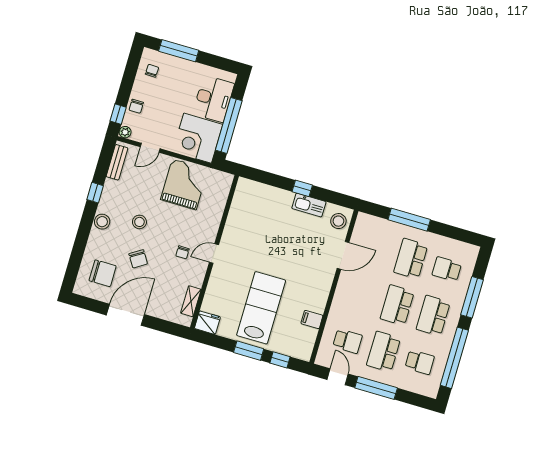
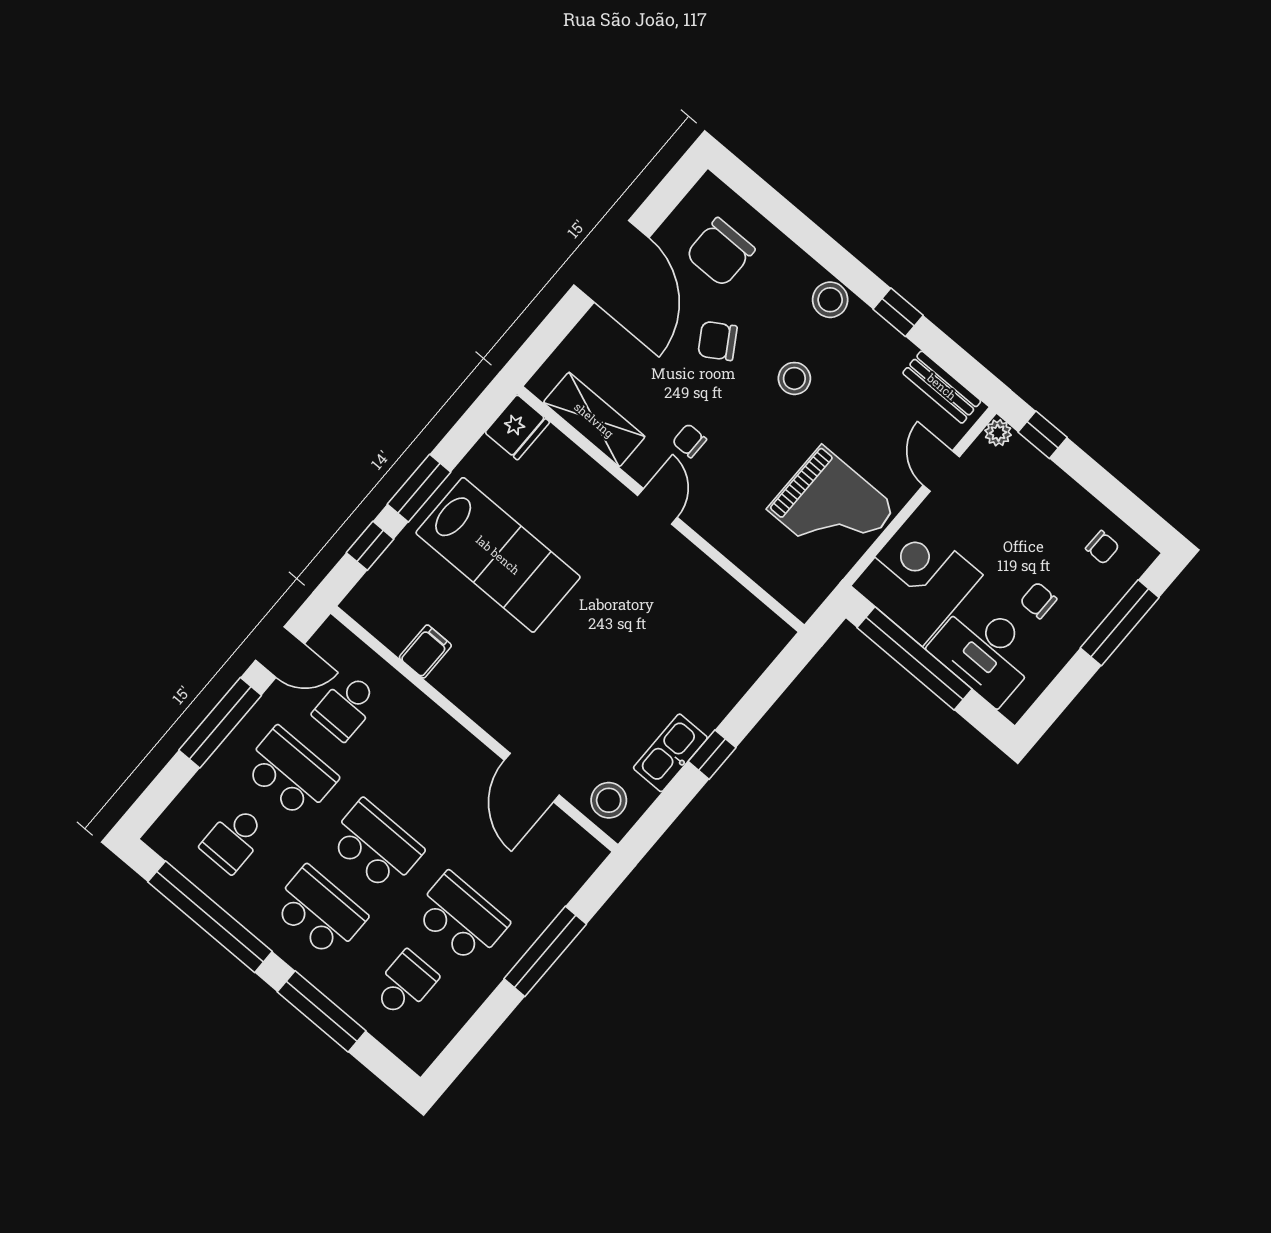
chair: (136, 106) -> (1038, 600), moved
shelving: (191, 301) -> (594, 420), width x1.50, depth x1.33

